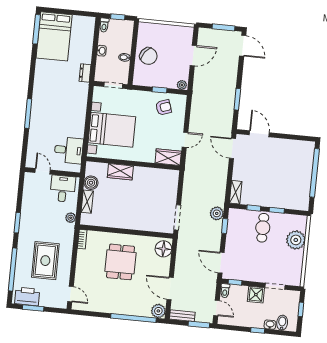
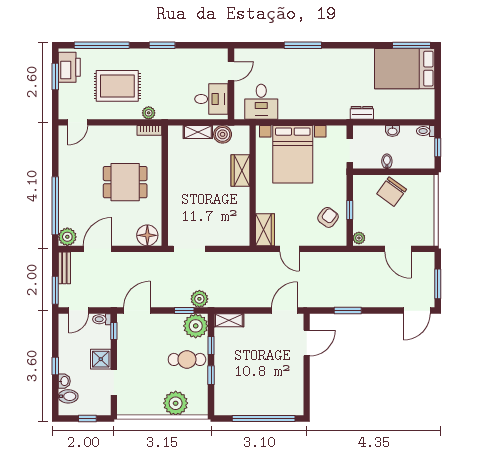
armchair: (164, 107) -> (328, 217), turned -124
plant: (71, 218) -> (149, 113), moved
plant: (237, 218) -> (196, 326), added

